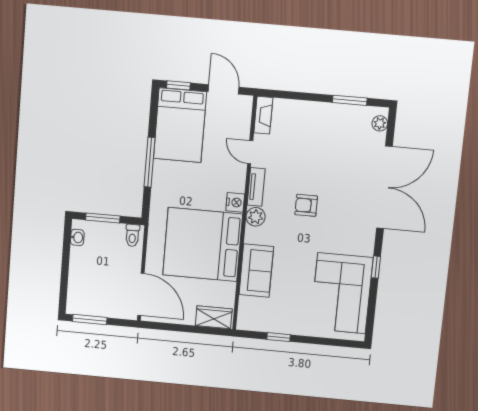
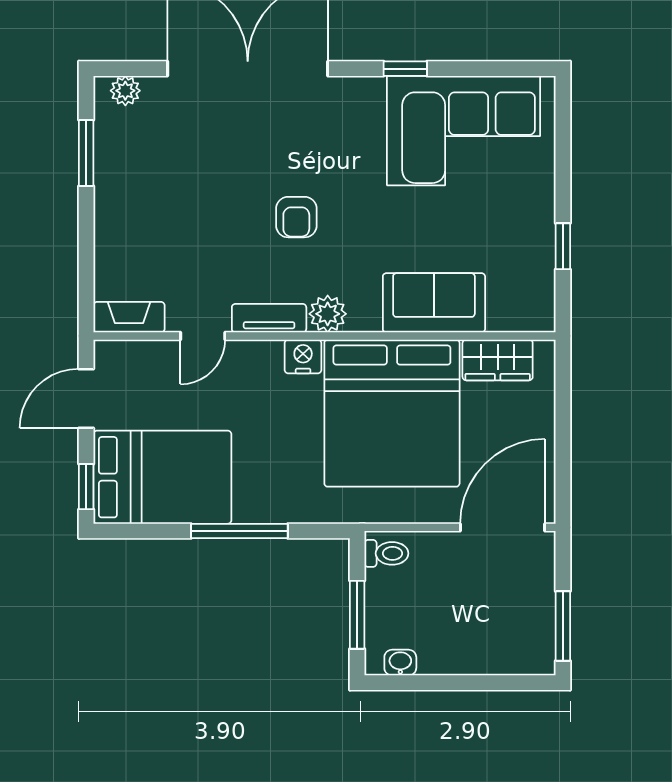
wardrobe: (214, 317) -> (498, 360), moved, turned -90

